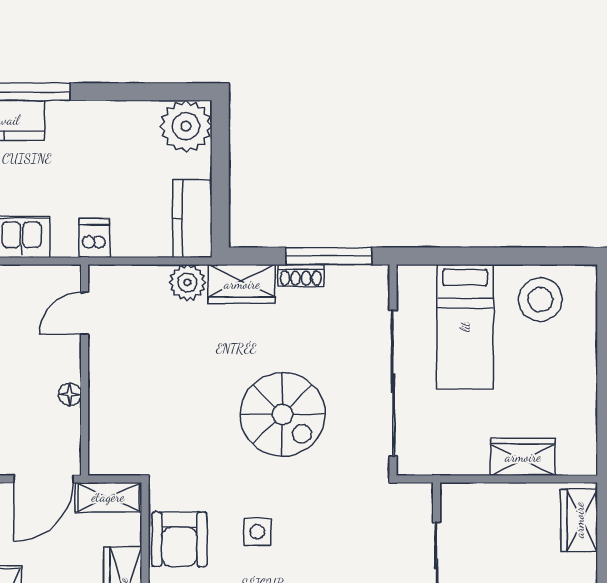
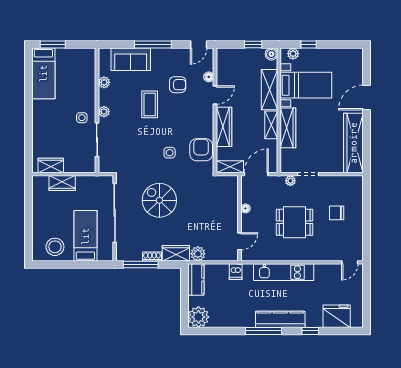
wardrobe: (579, 520) -> (51, 165), moved, turned -90

